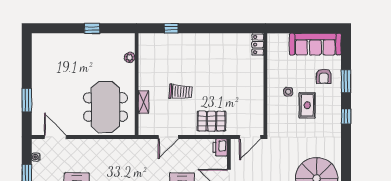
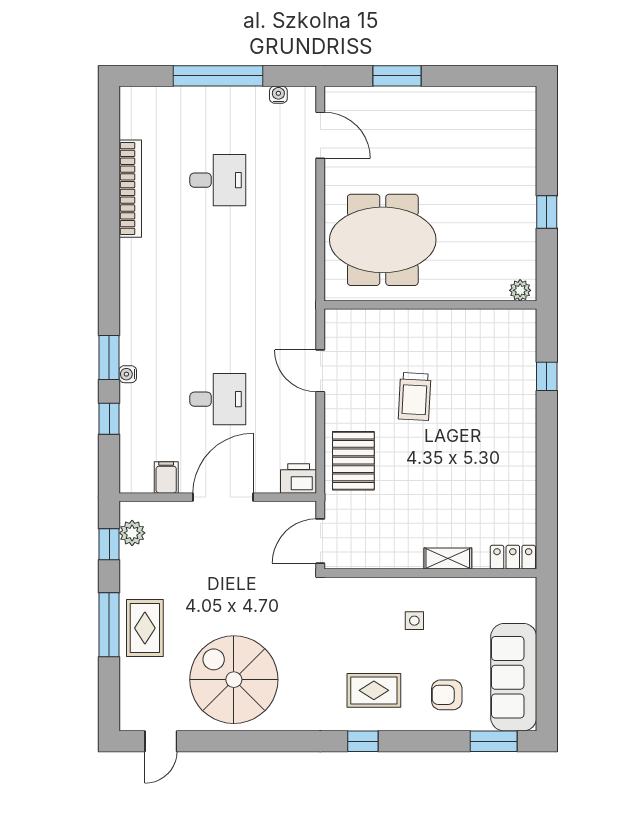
plant: (130, 57) -> (520, 290), moved
window: (346, 81) -> (494, 741), moved
shelving: (144, 102) -> (448, 559), moved
rug: (307, 105) -> (374, 690), moved
door: (55, 137) -> (320, 135), hinge flipped
door: (250, 137) -> (320, 541), hinge flipped

